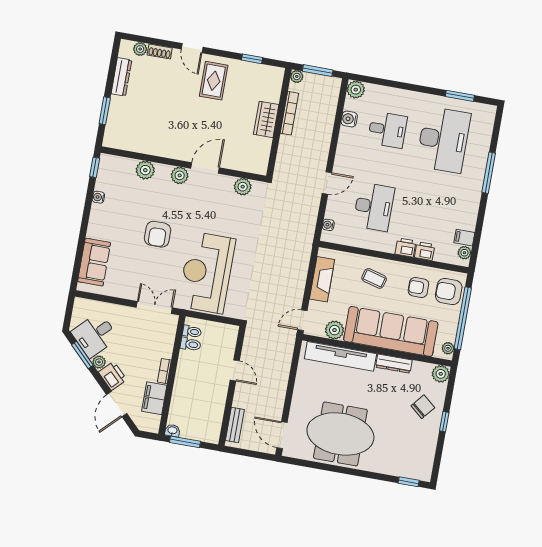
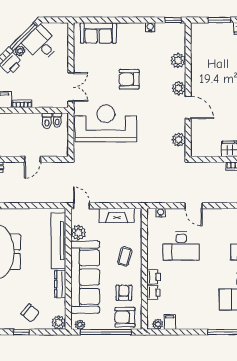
armchair: (449, 291) -> (125, 317), turned -90
window: (82, 355) -> (23, 37), width x1.44

